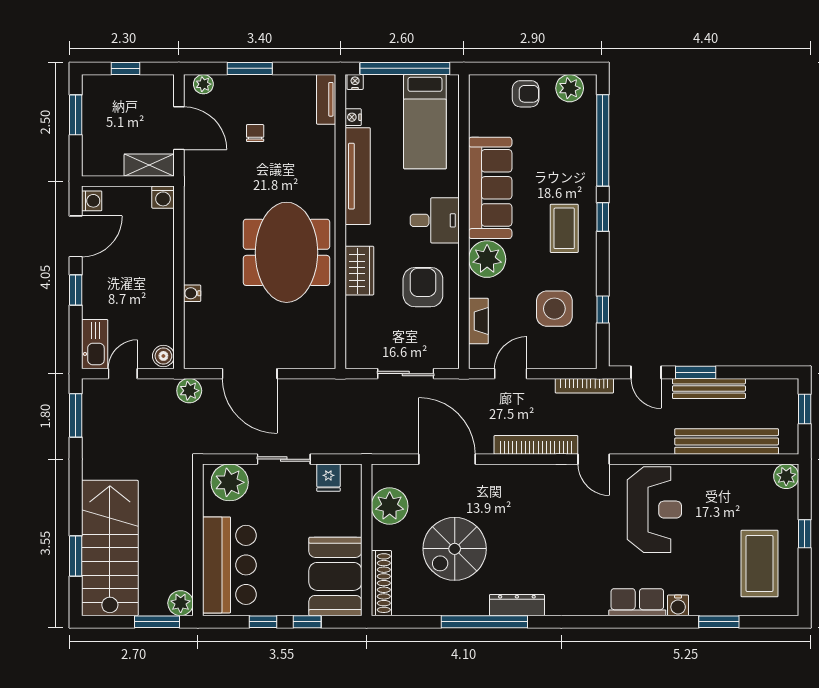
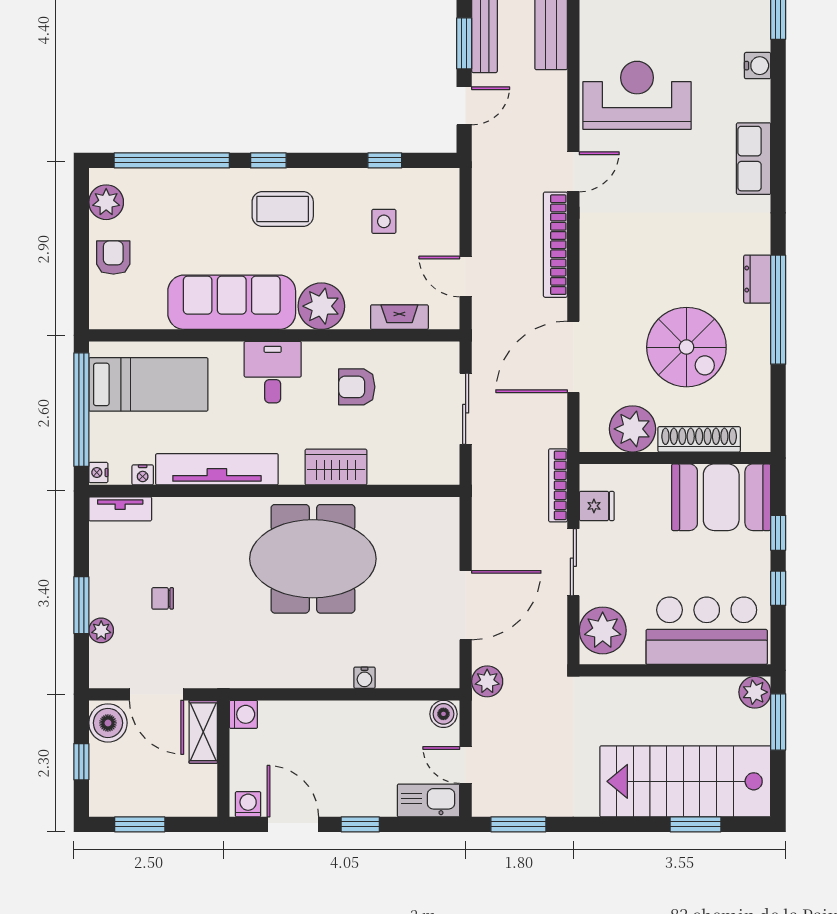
plant: (203, 84) -> (101, 630), moved
boiler: (156, 90) -> (108, 723), added
door: (179, 128) -> (156, 694), swing flipped
armchair: (423, 287) -> (357, 387), width x0.72, depth x0.72
side table: (554, 309) -> (384, 221), width x0.54, depth x0.54
bookcase: (584, 386) -> (558, 485), moved, turned 180
shoe rack: (381, 583) -> (699, 439), moved
row of seats: (637, 602) -> (754, 159), moved
dresser: (517, 605) -> (757, 279), width x0.70

